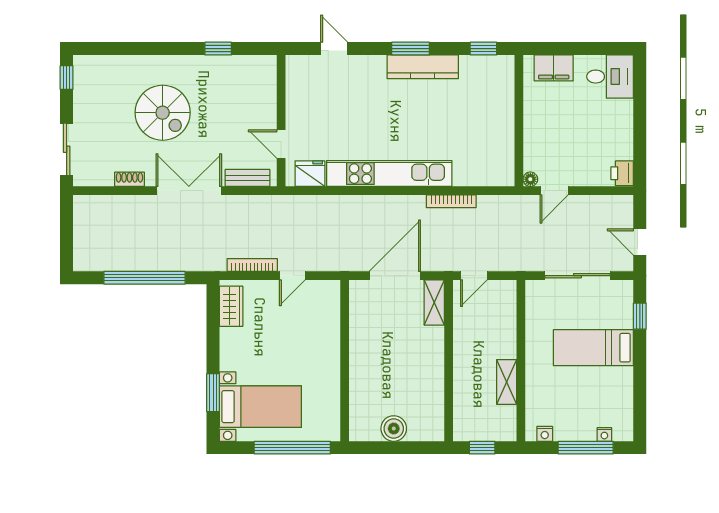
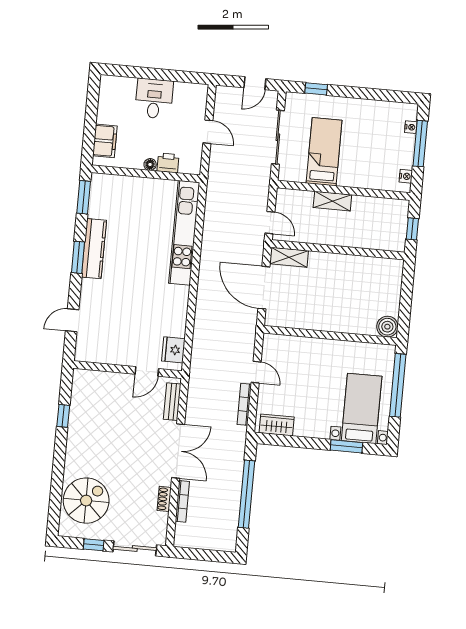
window: (483, 49) -> (84, 197), width x1.50
desk: (610, 77) -> (154, 99), moved
window: (67, 78) -> (94, 545), moved
spiral stairs: (163, 113) -> (86, 501), moved
printer: (622, 173) -> (168, 163), moved, turned 180
kitchen unit: (389, 174) -> (184, 233), moved
floor lamp: (530, 179) -> (150, 164), moved
double door: (189, 191) -> (178, 451), swing flipped
door: (554, 191) -> (208, 132), moved
bookcase: (451, 201) -> (182, 501), moved
bed: (593, 348) -> (324, 152), moved, turned 180
shelving: (507, 382) -> (332, 201), moved
boiler: (394, 429) -> (387, 327), moved

